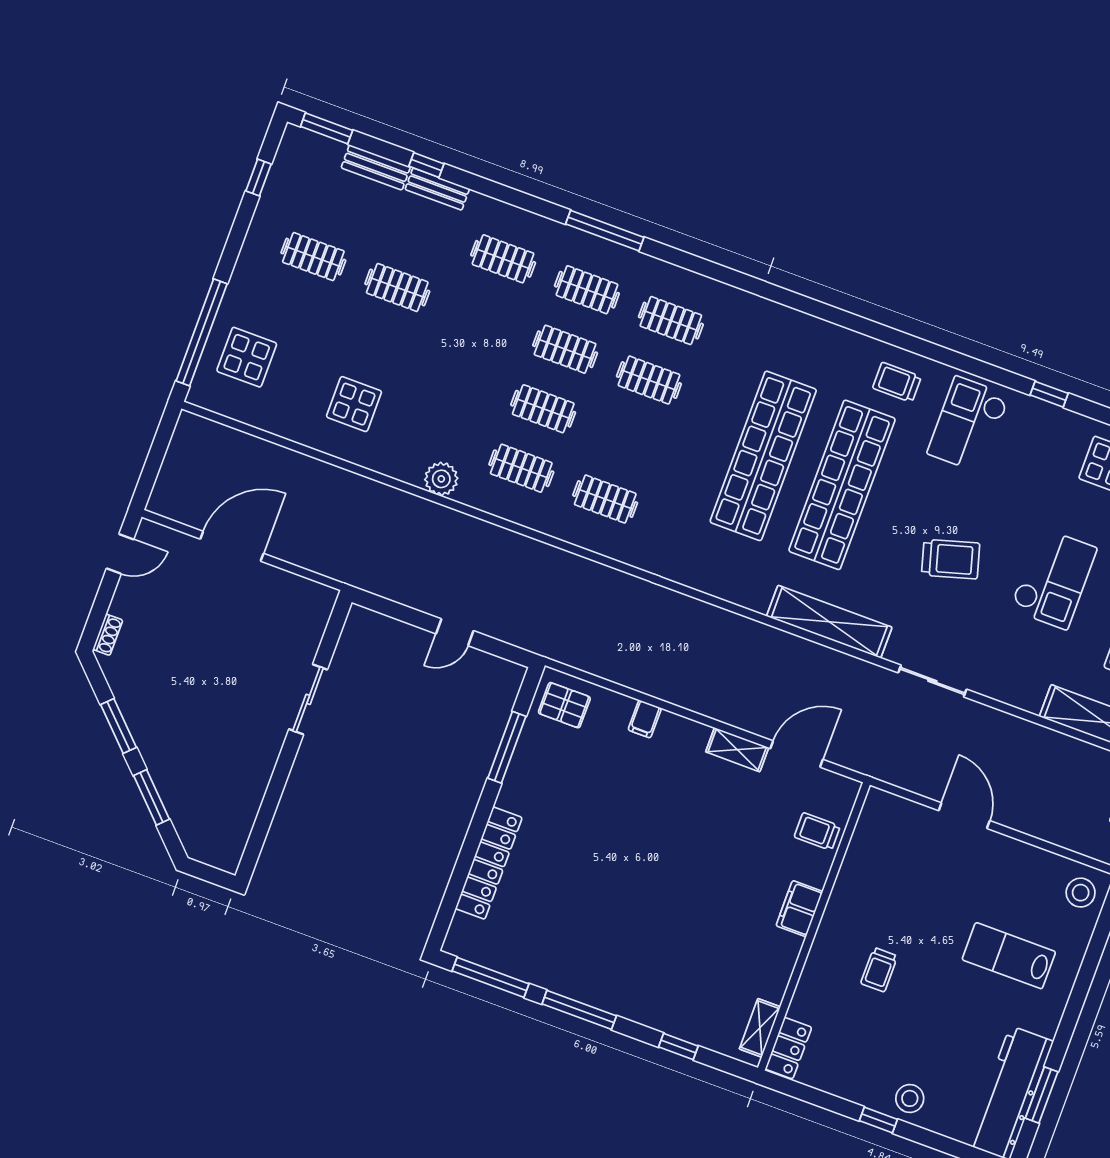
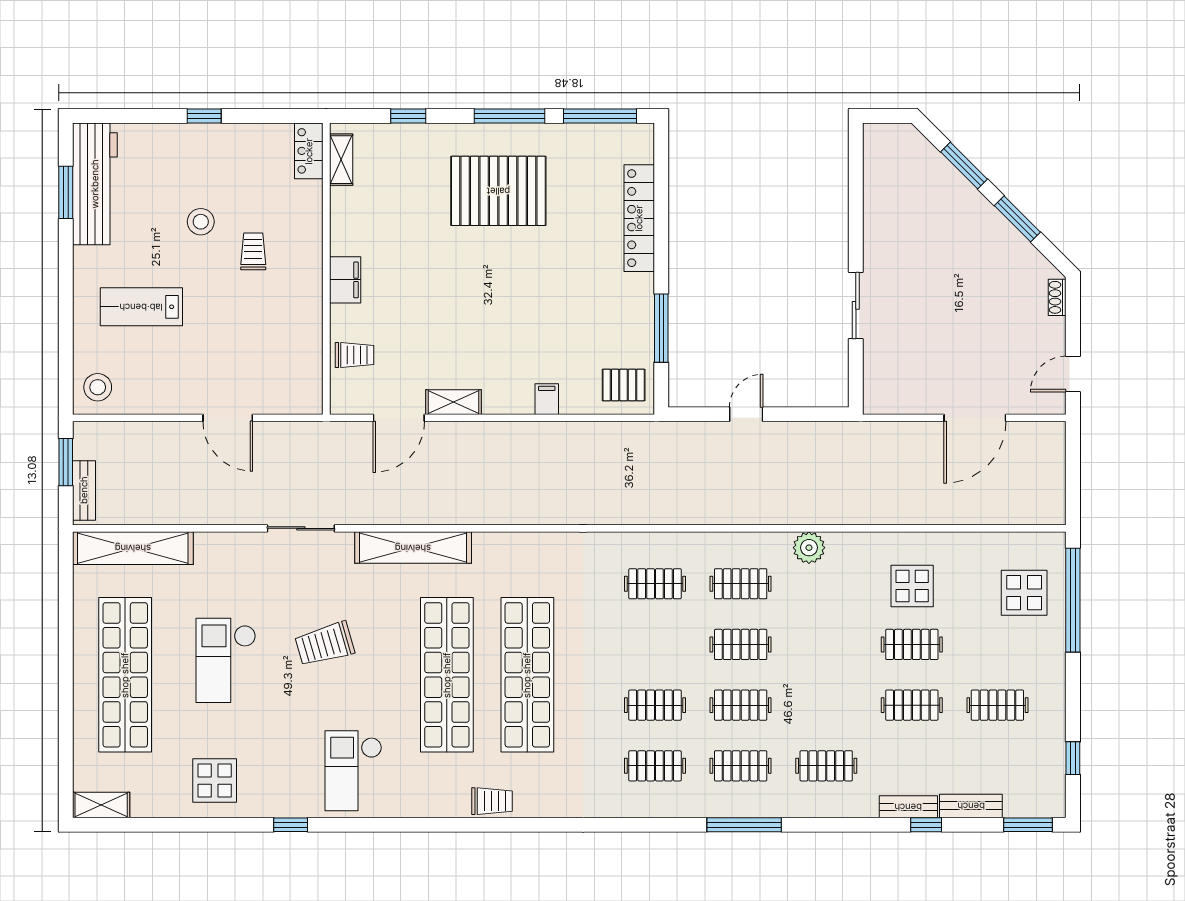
clothes rail: (375, 347) -> (912, 644), added
trolley: (897, 382) -> (492, 801), moved
checkout: (968, 424) -> (353, 771), turned 180
pallet: (617, 941) -> (498, 191), added
lab bench: (1009, 956) -> (141, 307), turned 180
stool: (910, 1098) -> (201, 222), moved

